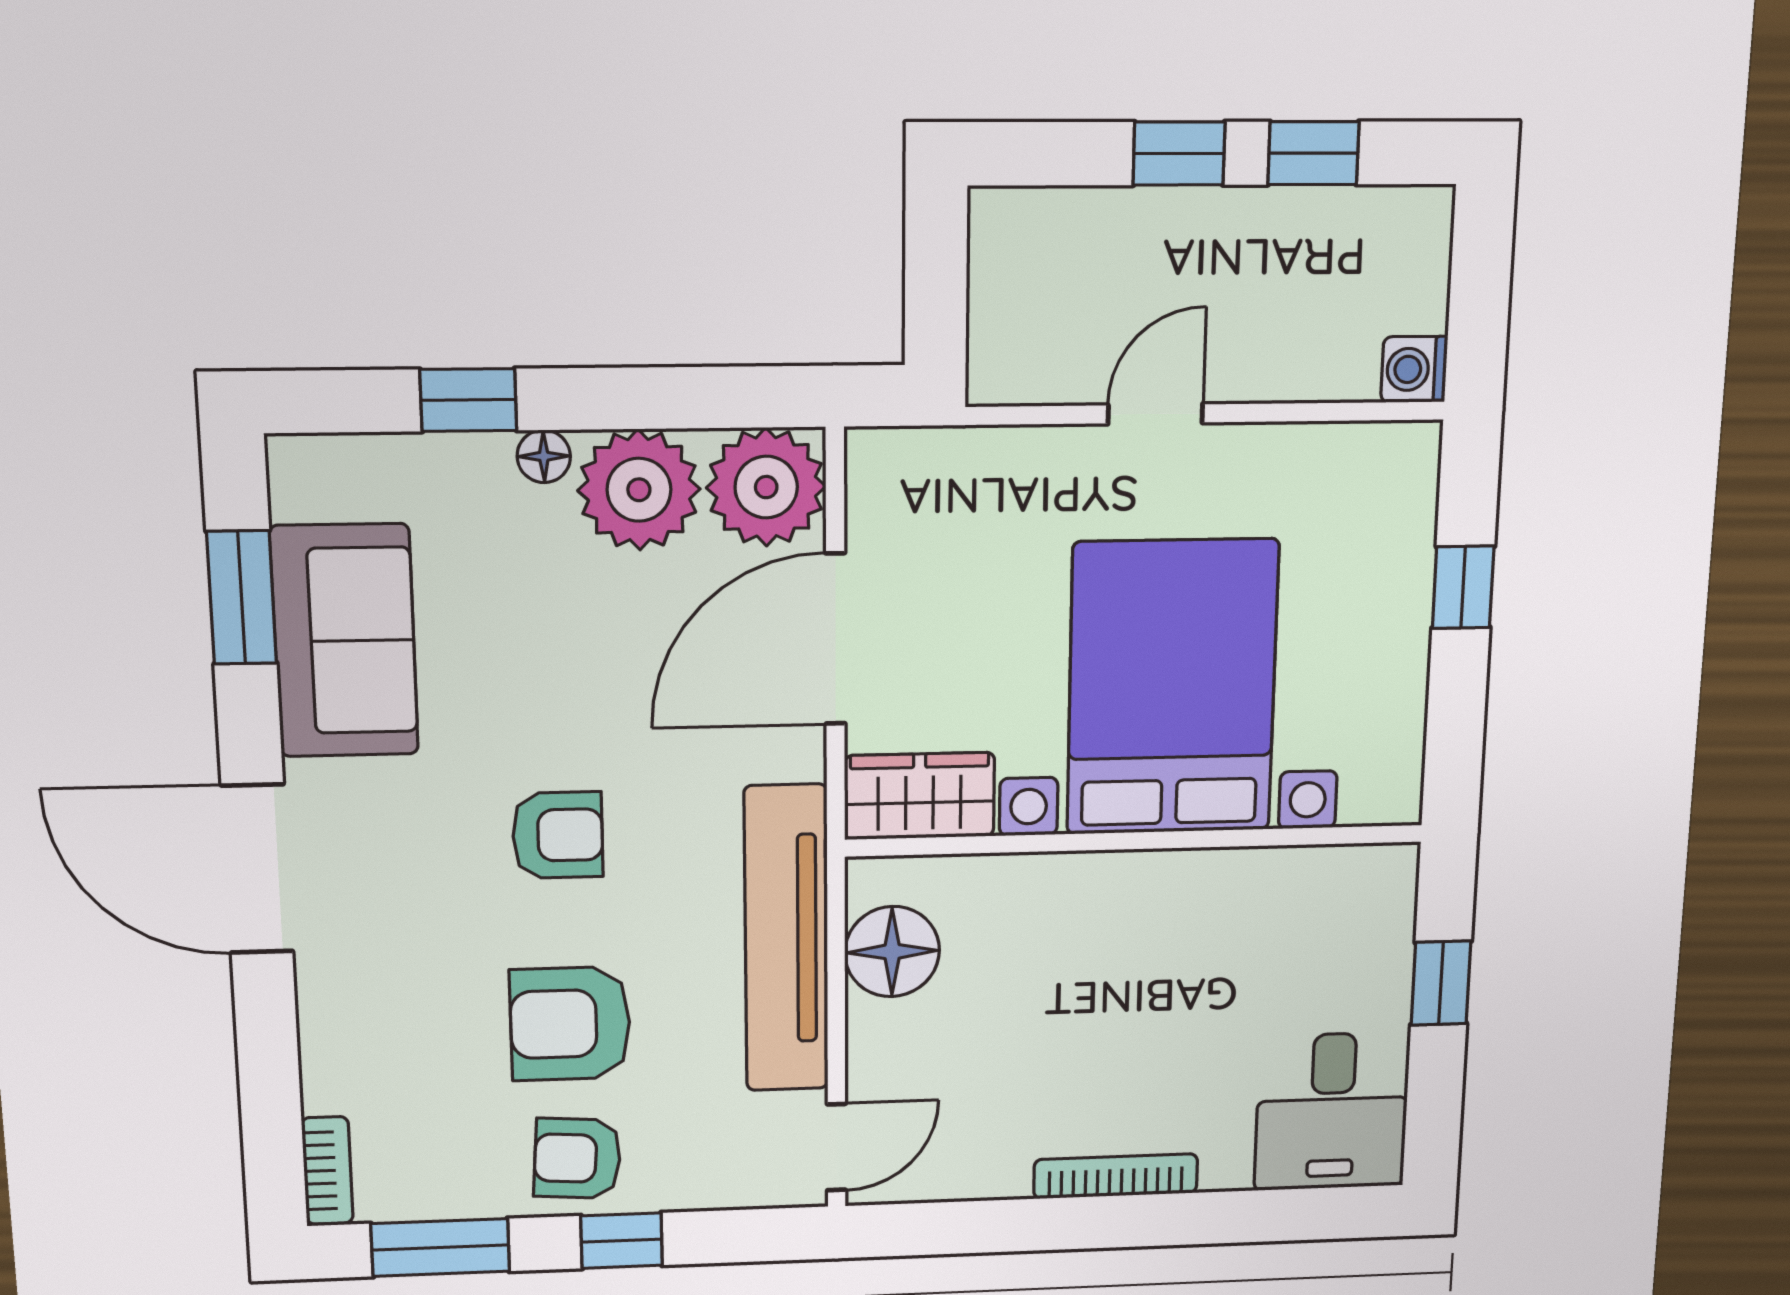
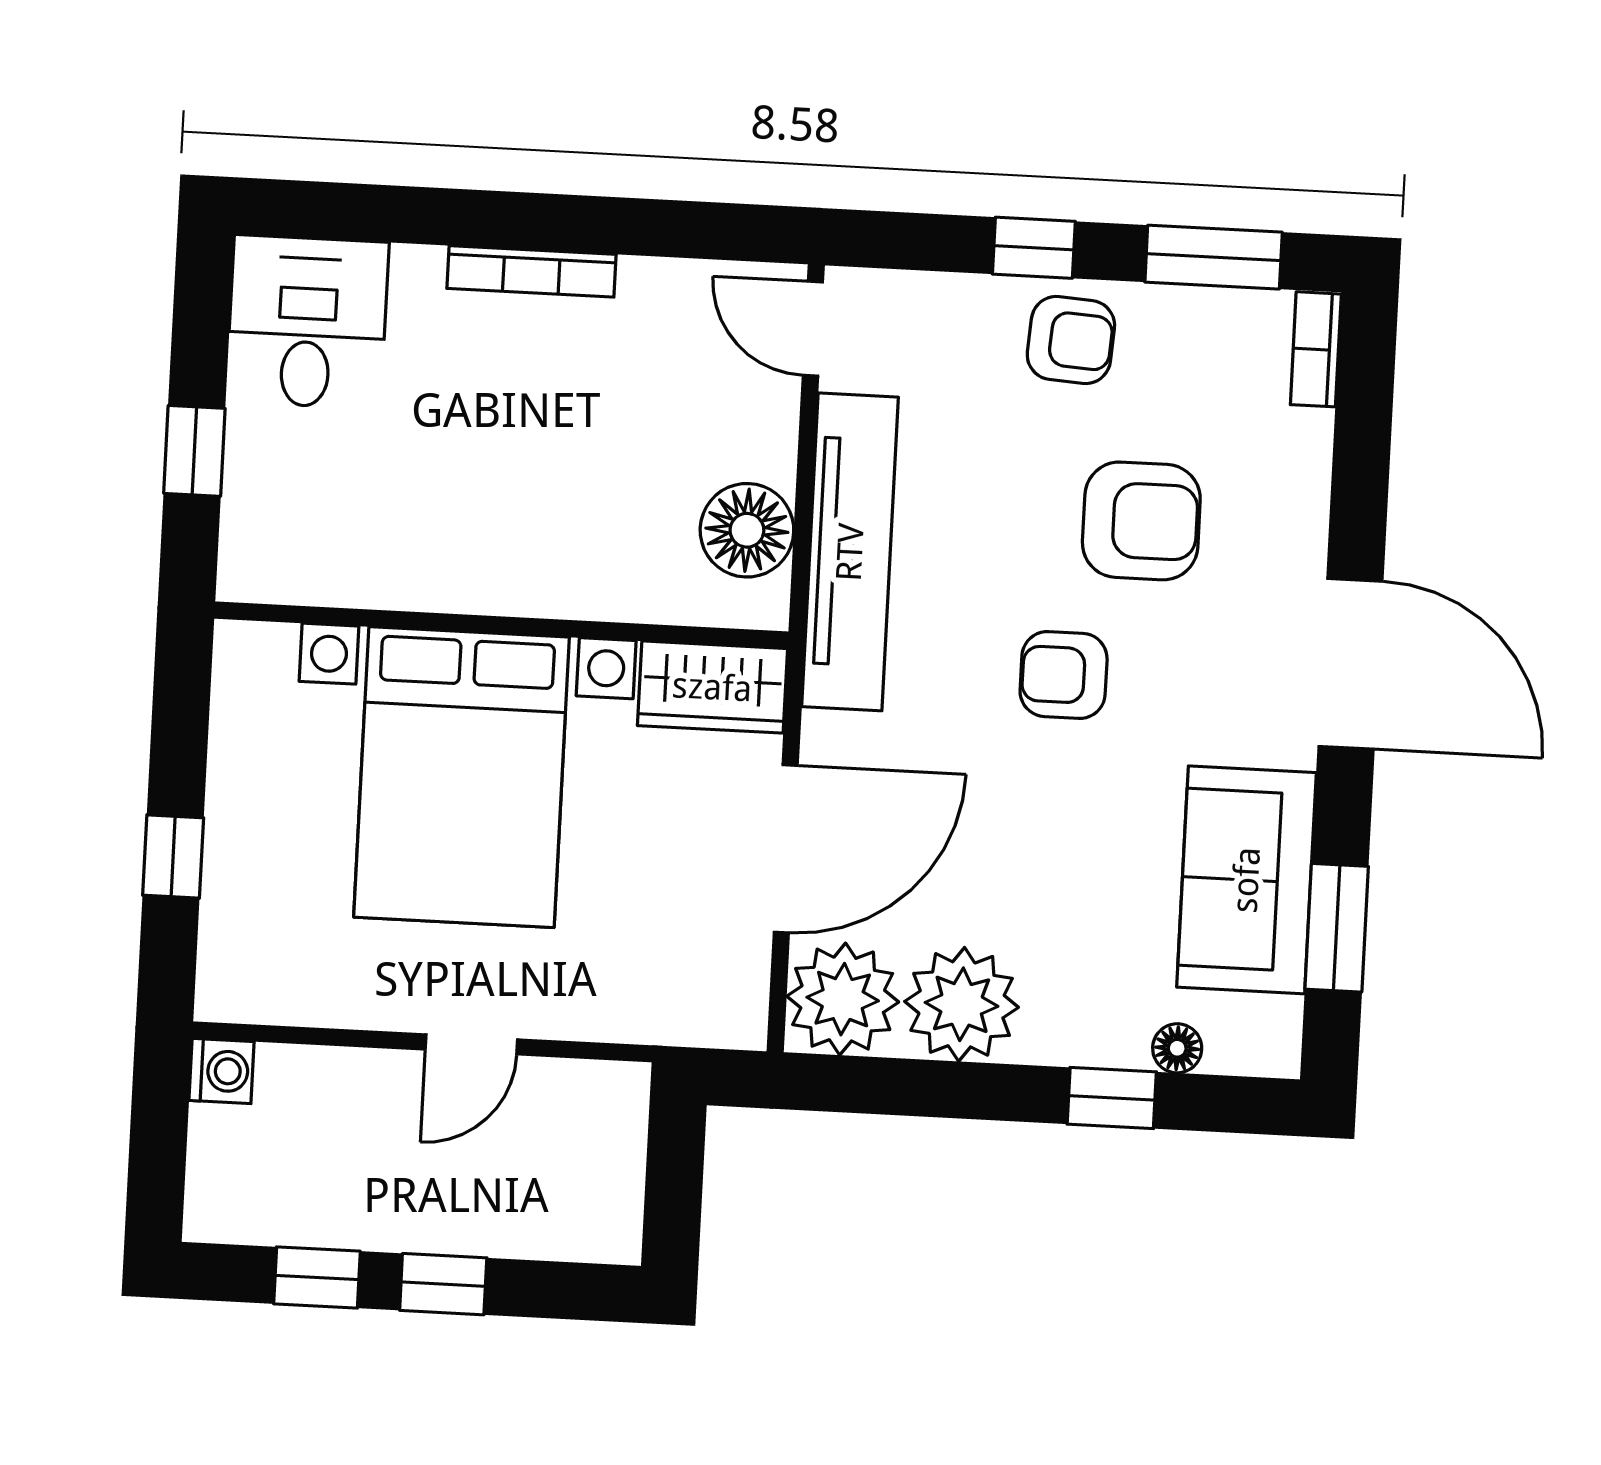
floor lamp: (544, 456) -> (1177, 1048), moved
armchair: (570, 1024) -> (1141, 521), moved
door: (836, 1147) -> (813, 329), hinge flipped

